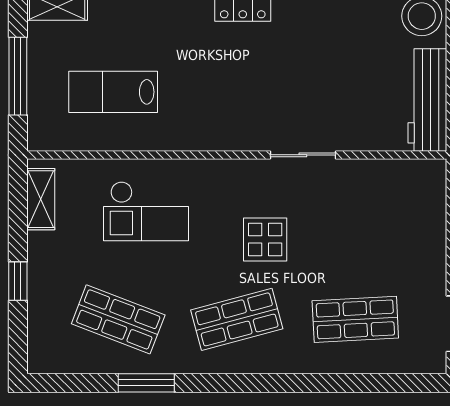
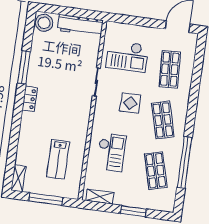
checkout: (372, 217) -> (127, 56), added
window: (18, 281) -> (133, 211), width x1.50
shop shelf: (118, 319) -> (156, 171), turned -36
window: (146, 383) -> (185, 162), width x2.11

